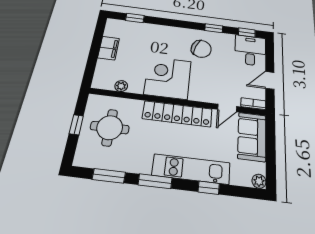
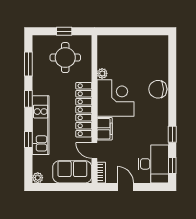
window: (135, 18) -> (172, 60), removed
filing cabinet: (109, 48) -> (105, 129), moved, turned -90
chair: (201, 49) -> (158, 89), moved, turned 70
desk: (250, 50) -> (153, 164), width x1.37
plant: (121, 86) -> (102, 73), moved
window: (155, 181) -> (28, 99), width x0.67

